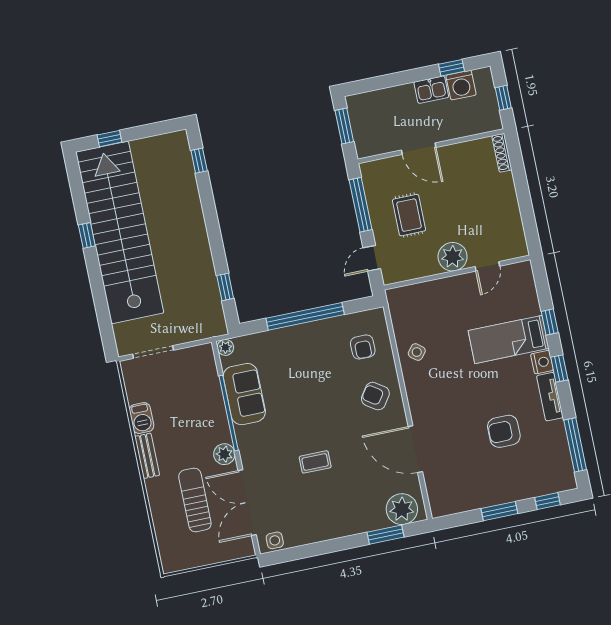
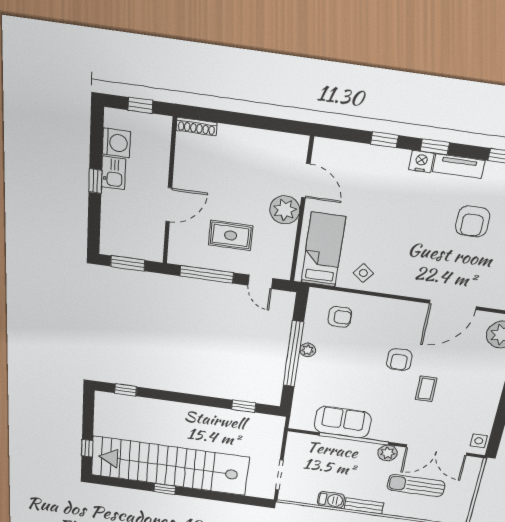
window: (452, 68) -> (95, 181), moved
door: (487, 266) -> (306, 181), width x1.38
bed: (509, 339) -> (323, 250), moved, turned 180
plant: (225, 347) -> (308, 350), moved
armchair: (375, 396) -> (399, 360), moved, turned -34

